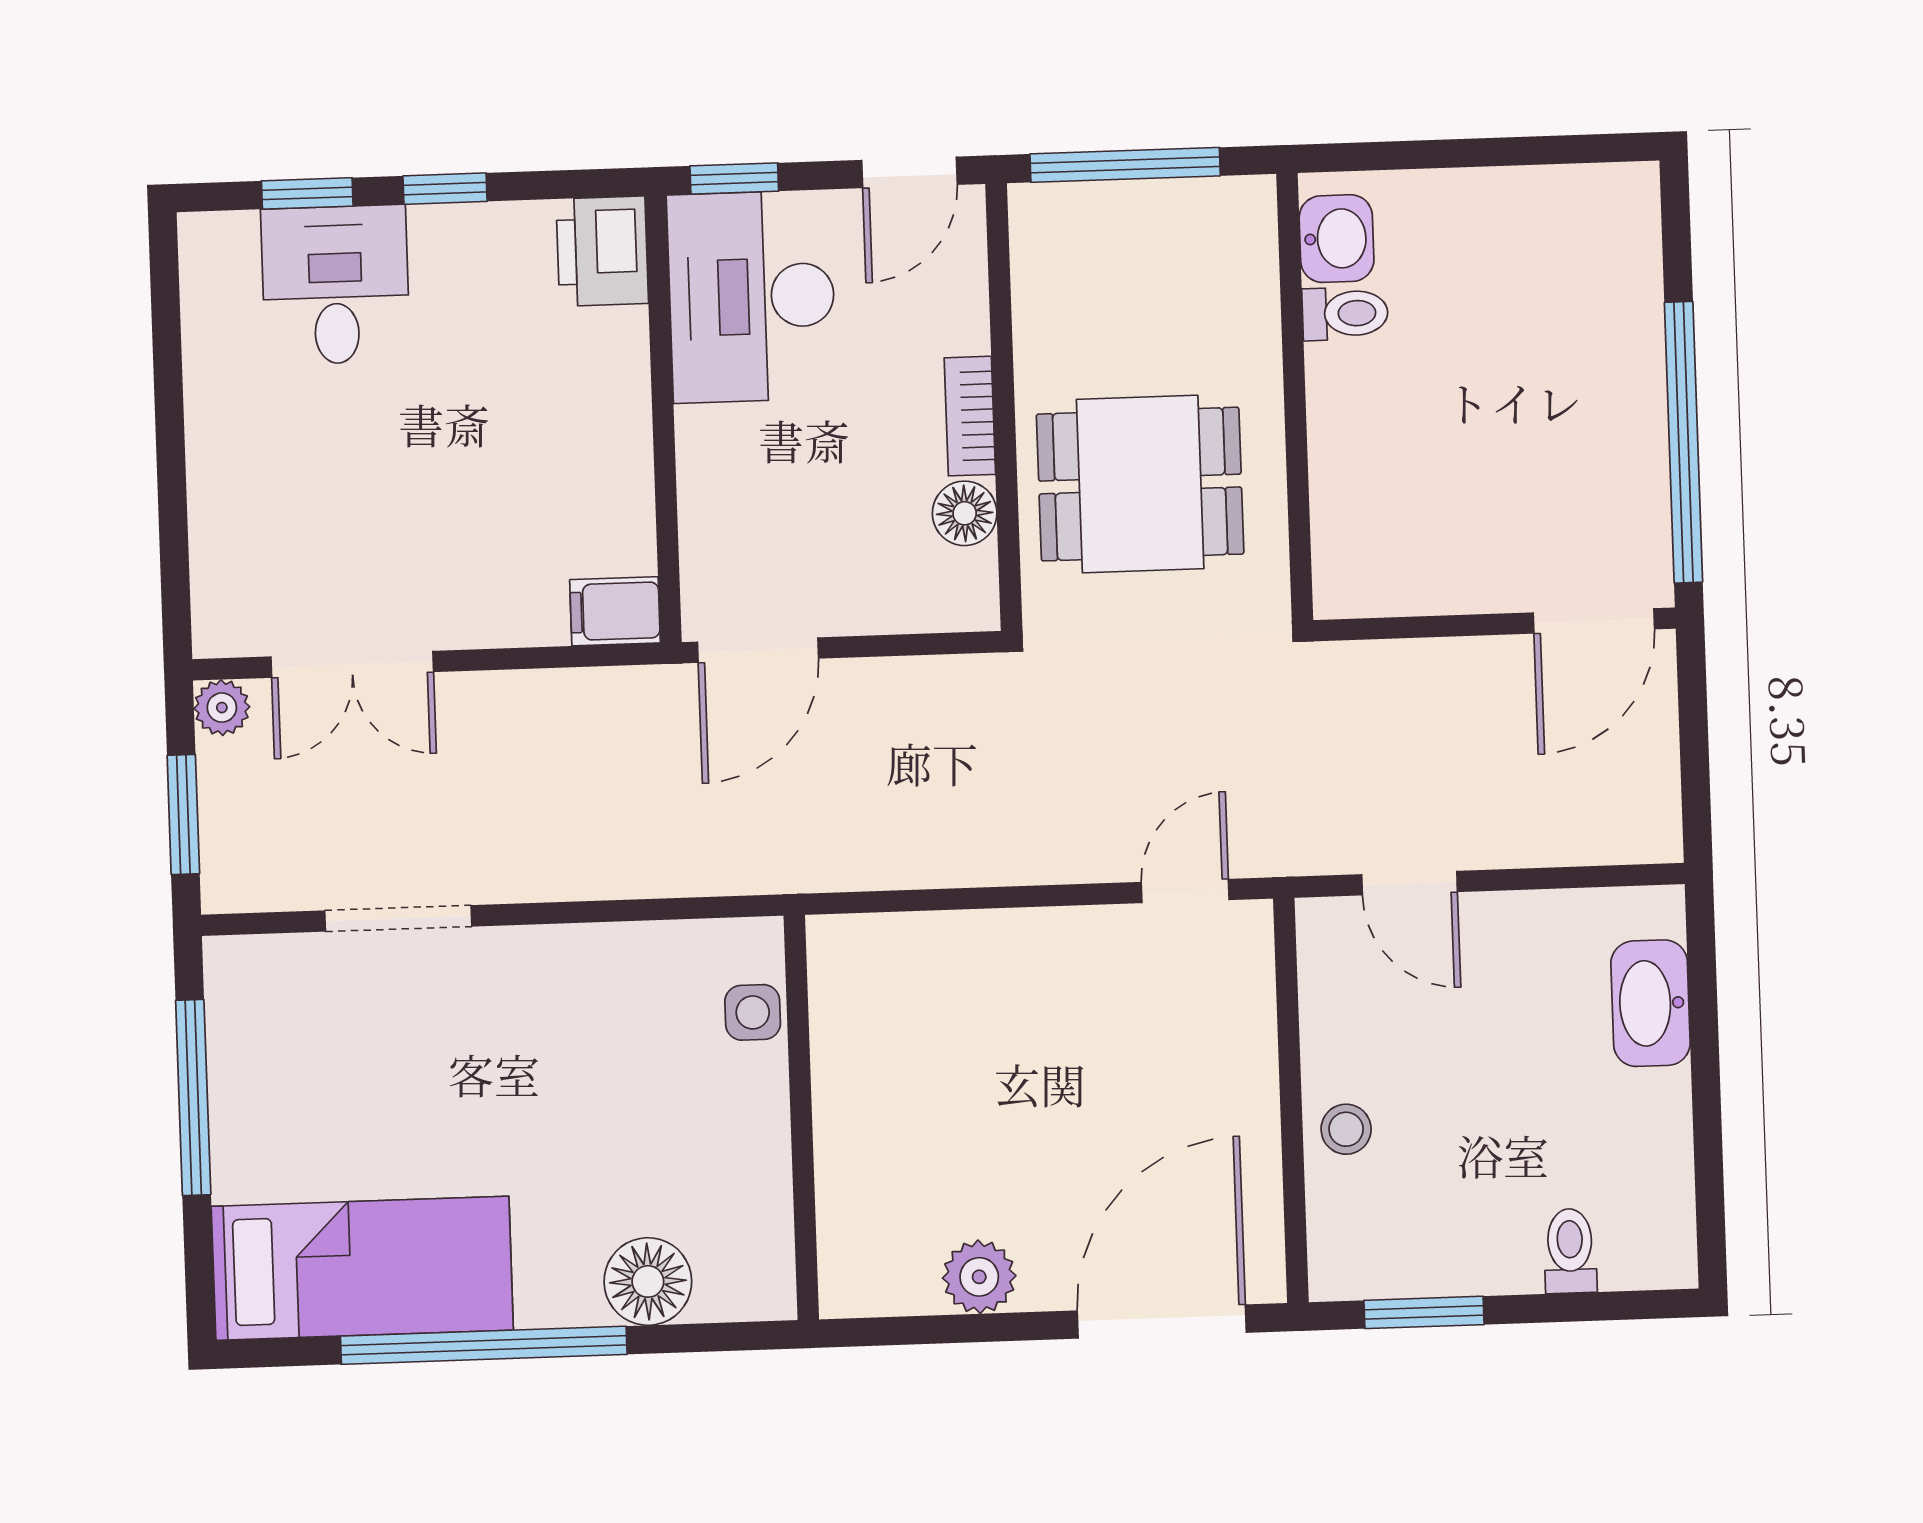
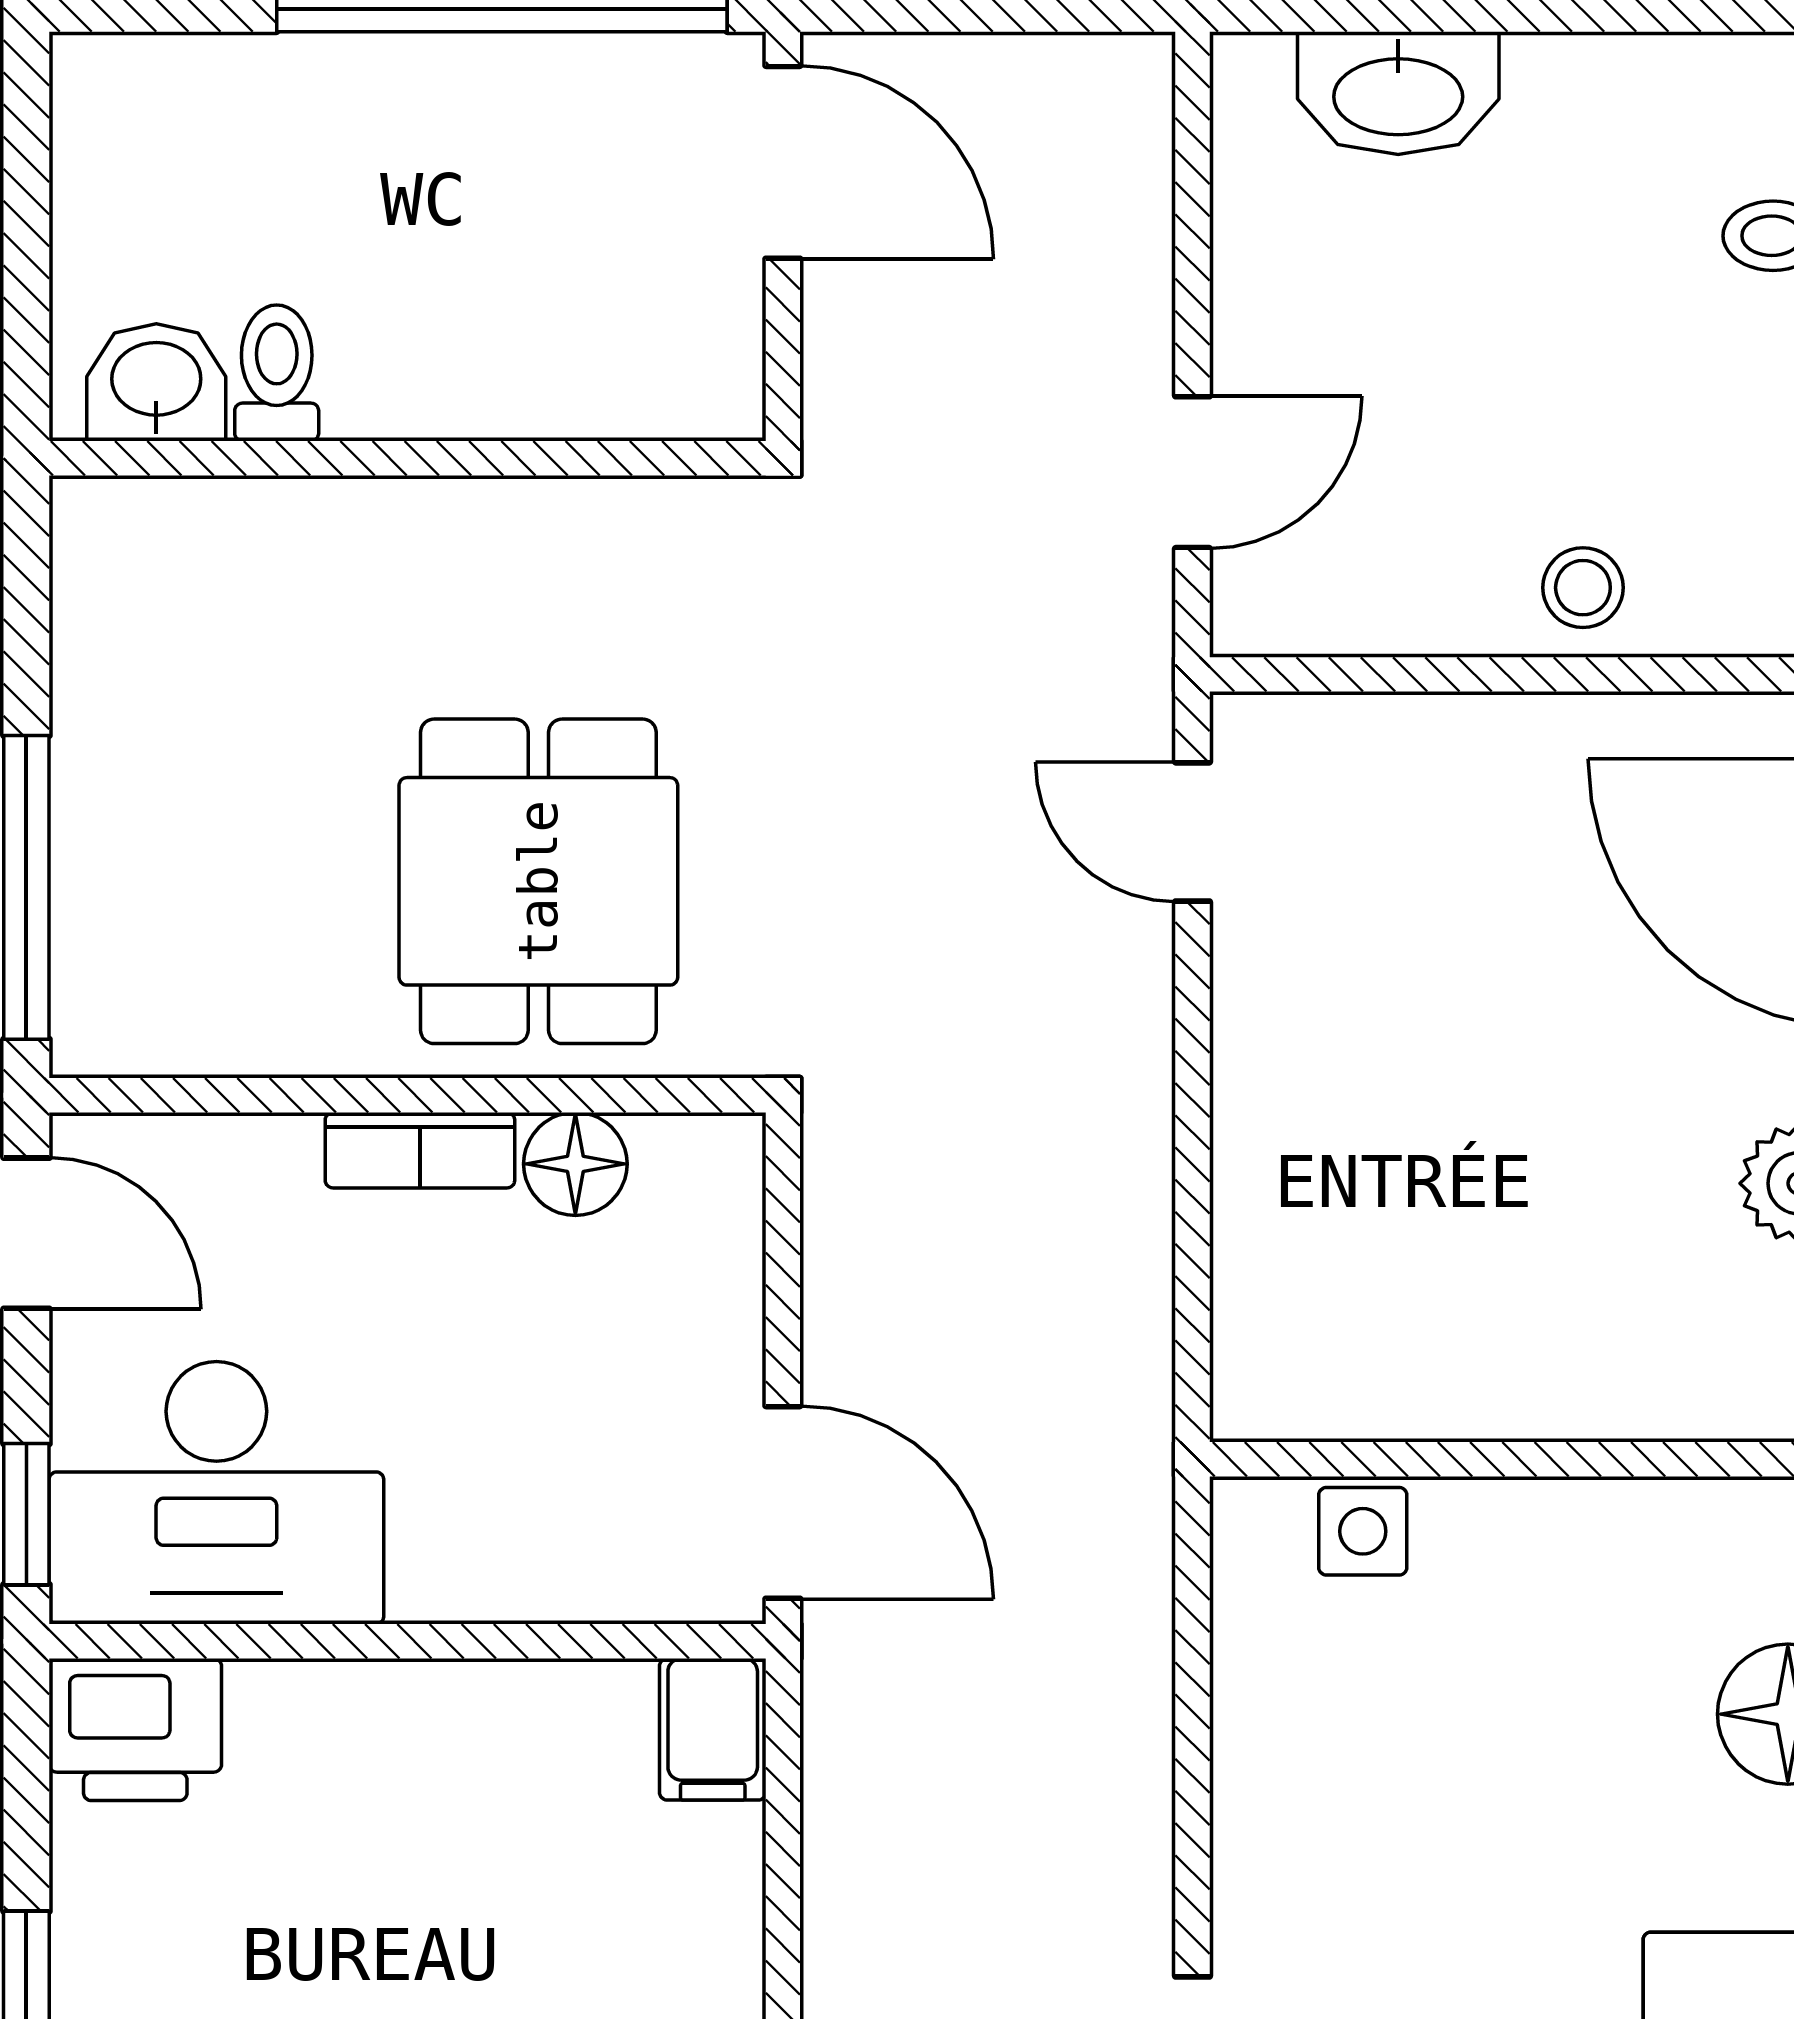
washbasin: (1337, 239) -> (156, 382), moved
toilet: (1345, 313) -> (277, 373), moved
wall: (1295, 397) -> (408, 458), moved

